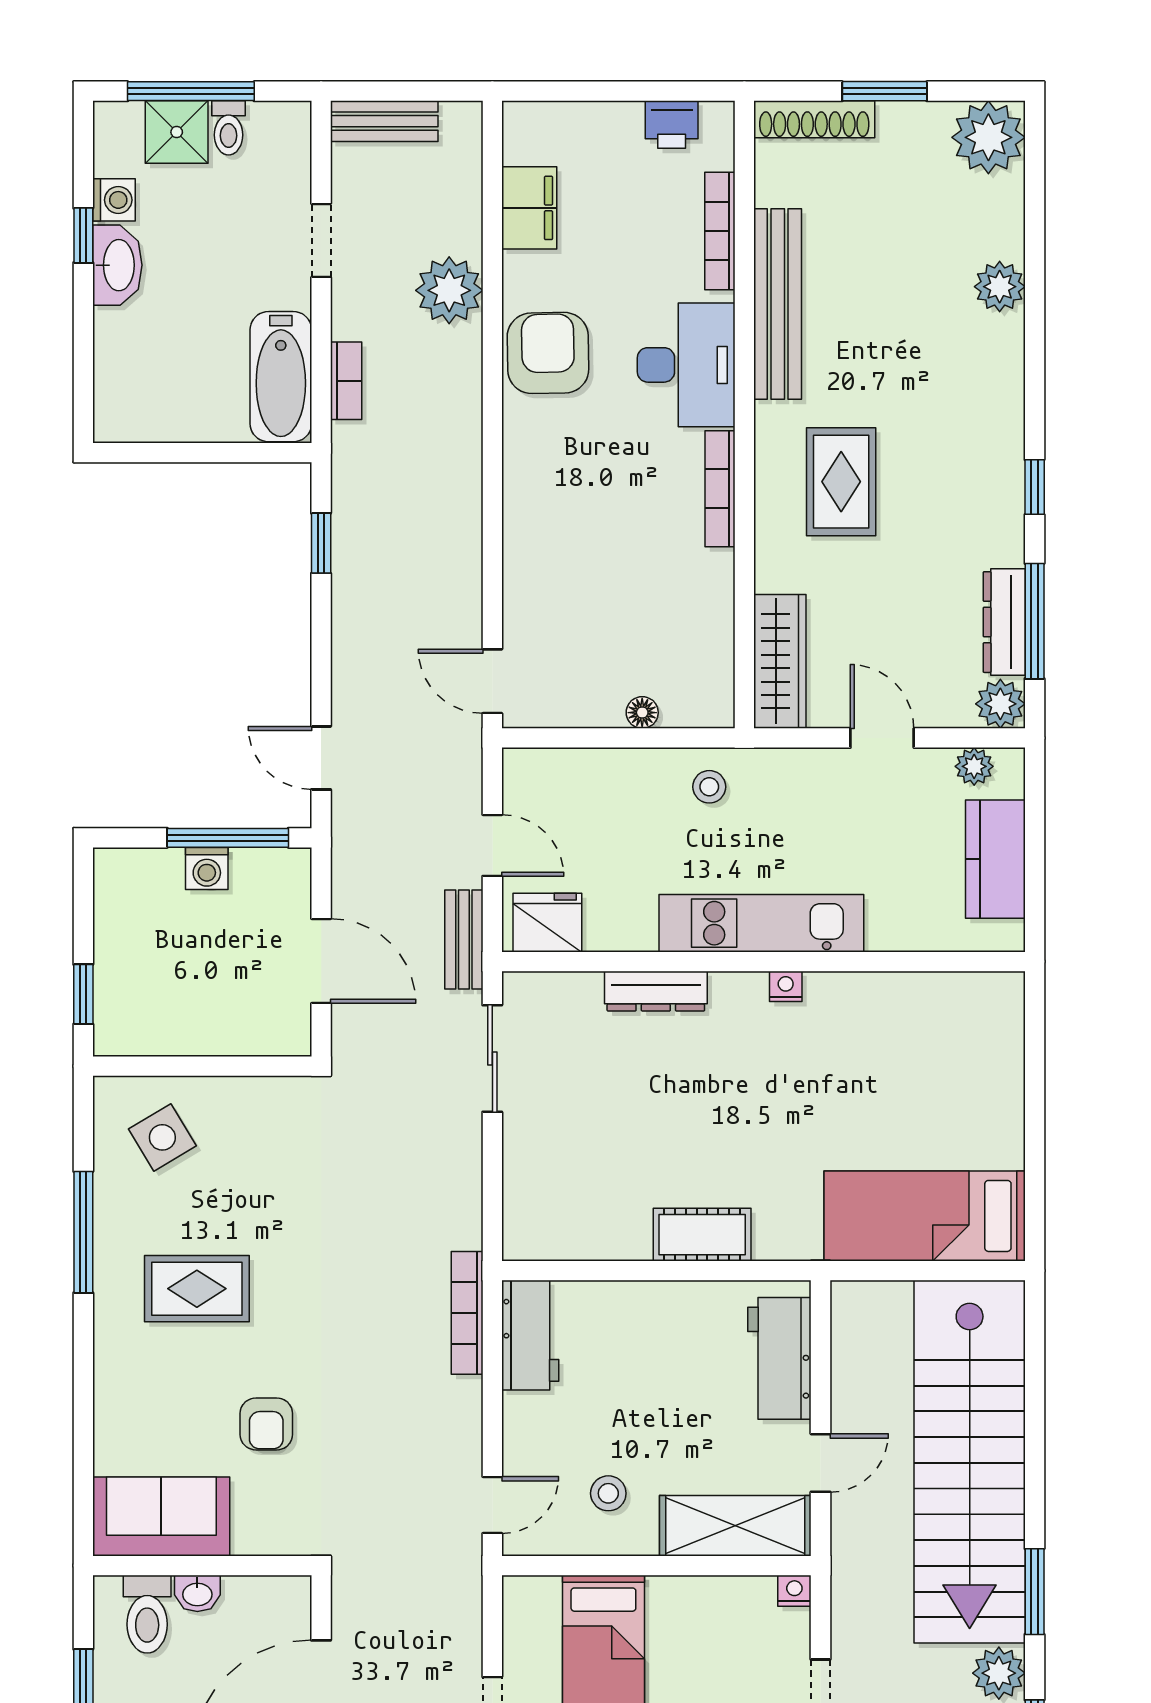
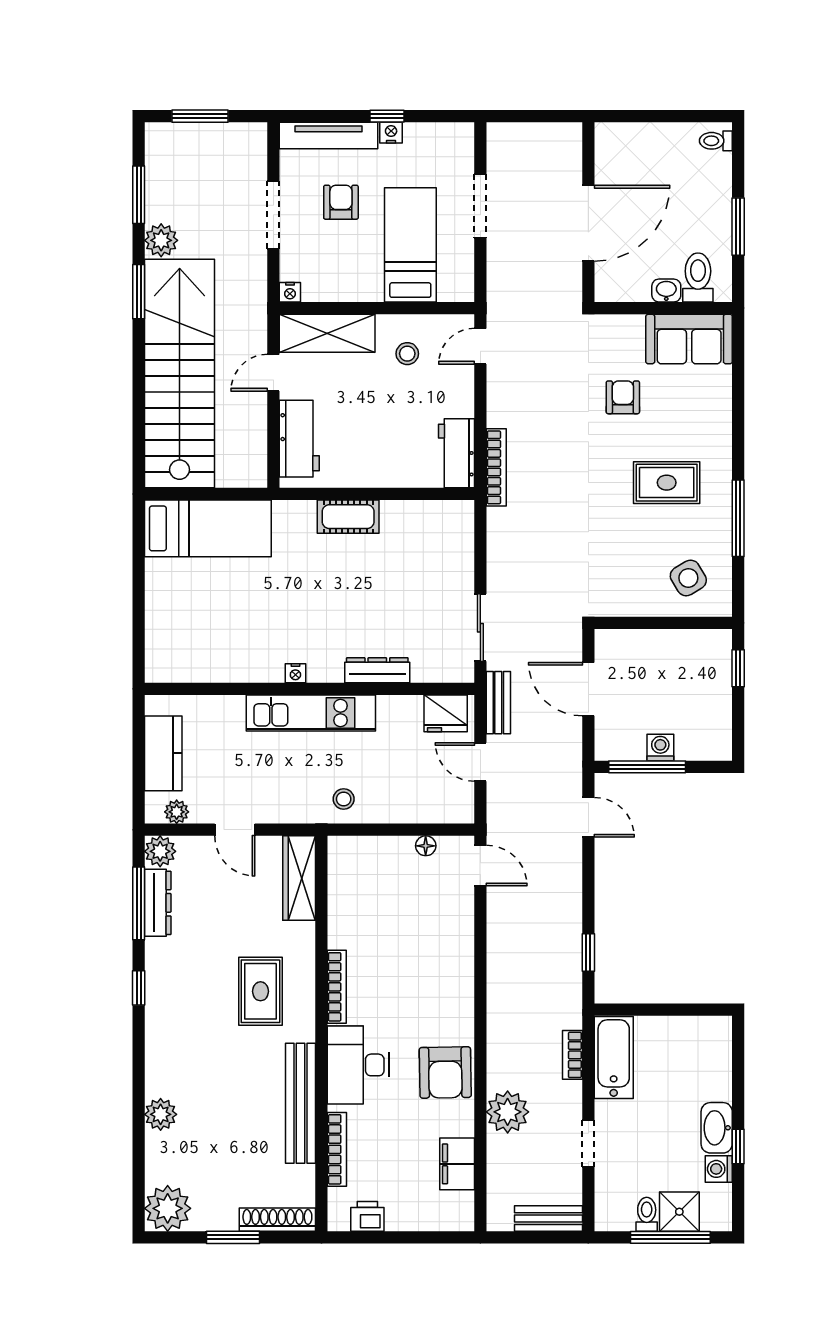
floor lamp: (642, 713) -> (426, 846), moved

